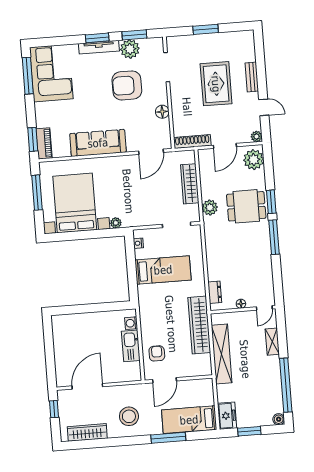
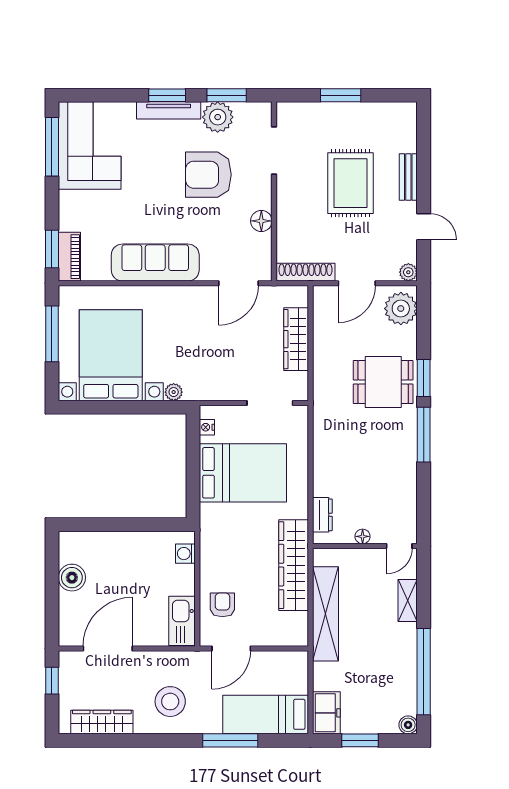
plant: (210, 208) -> (325, 379), removed
bed: (163, 270) -> (243, 473), width x1.50
boiler: (61, 344) -> (72, 578), added
kitchen sink: (131, 346) -> (182, 621), moved

